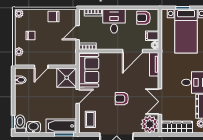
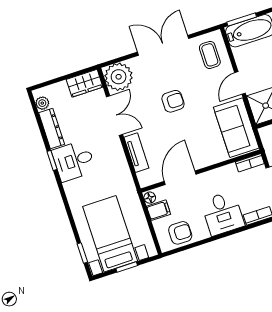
tv unit: (154, 64) -> (136, 153), moved
wardrobe: (177, 127) -> (85, 83), width x0.67

